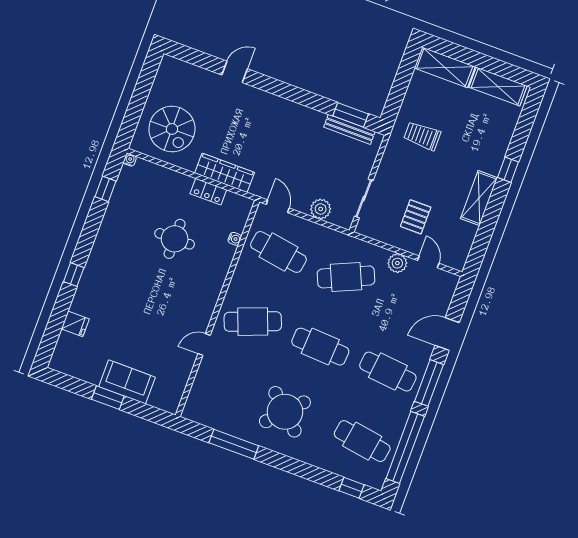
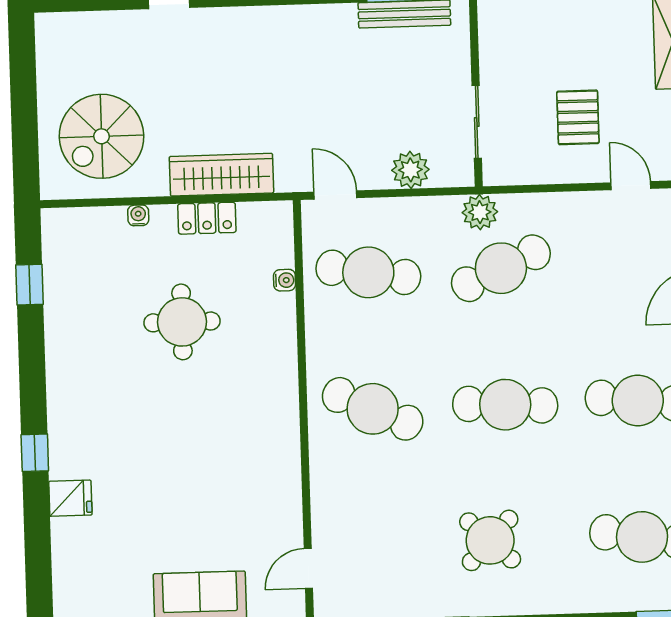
spiral stairs: (172, 129) -> (101, 136), turned 90
water cooler: (130, 160) -> (138, 215), moved
plant: (397, 263) -> (480, 212), moved
cafe table: (253, 322) -> (373, 409), turned 45
fridge: (75, 324) -> (70, 498), moved
door: (204, 344) -> (308, 568), moved
round table: (285, 412) -> (490, 540), width x0.73, depth x0.73

